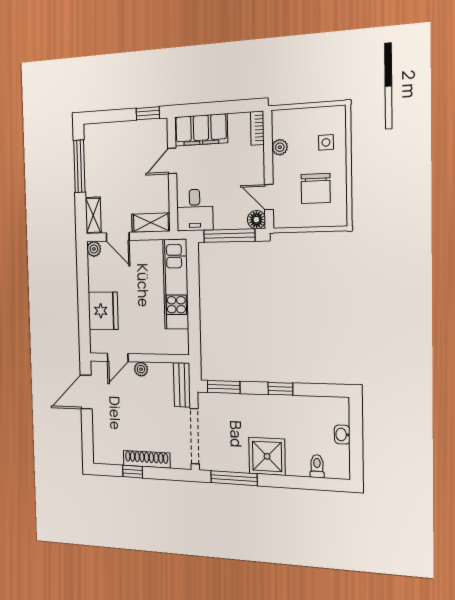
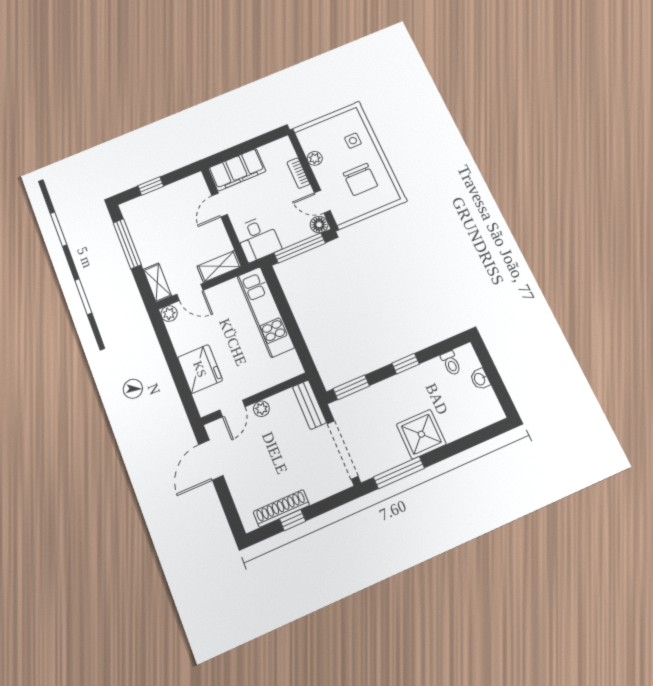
window: (148, 113) -> (151, 186), moved
bookcase: (257, 128) -> (298, 173), moved
shoe rack: (147, 459) -> (281, 508), moved
toilet: (317, 466) -> (451, 363), moved, turned 180

